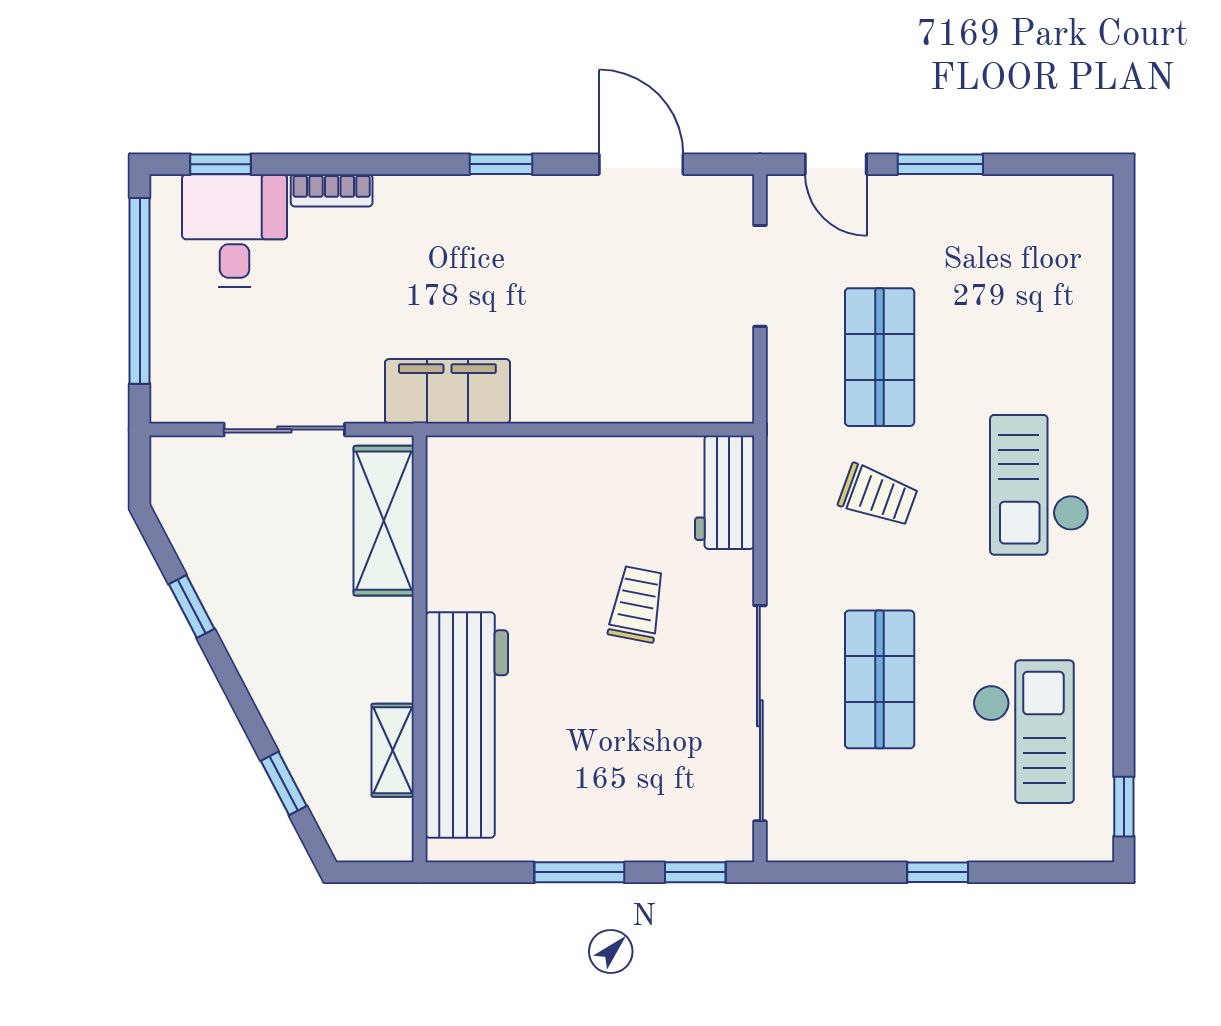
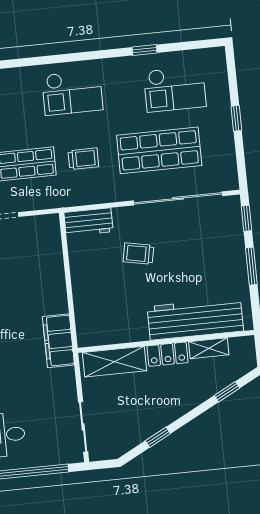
sliding door: (284, 429) -> (83, 427), moved
trolley: (878, 495) -> (83, 159), turned 70
locker: (388, 650) -> (168, 354), added
shop shelf: (880, 679) -> (159, 150), width x1.43, depth x1.36
checkout: (1023, 732) -> (175, 89), turned 180
window: (1124, 807) -> (145, 50), moved

